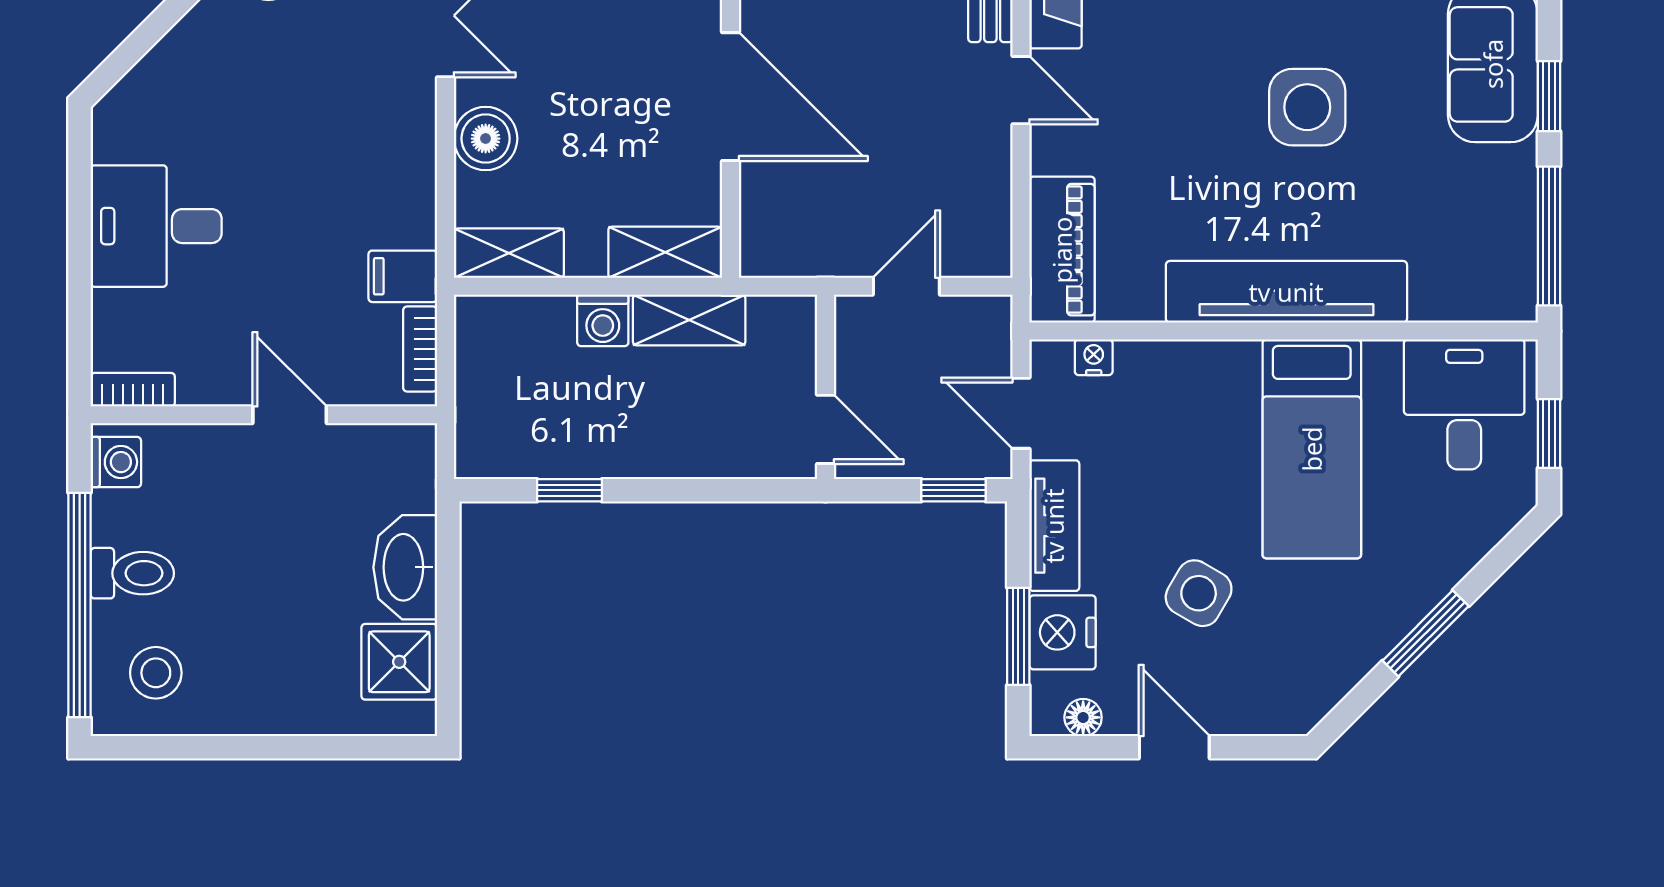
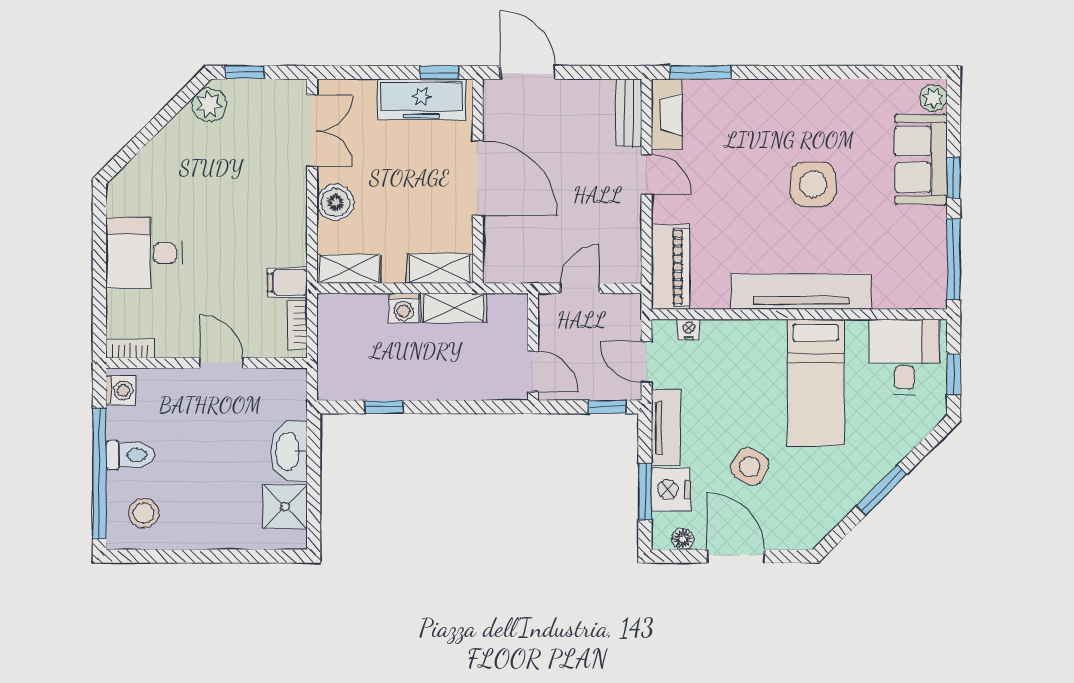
door: (1174, 747) -> (736, 556), width x1.38

